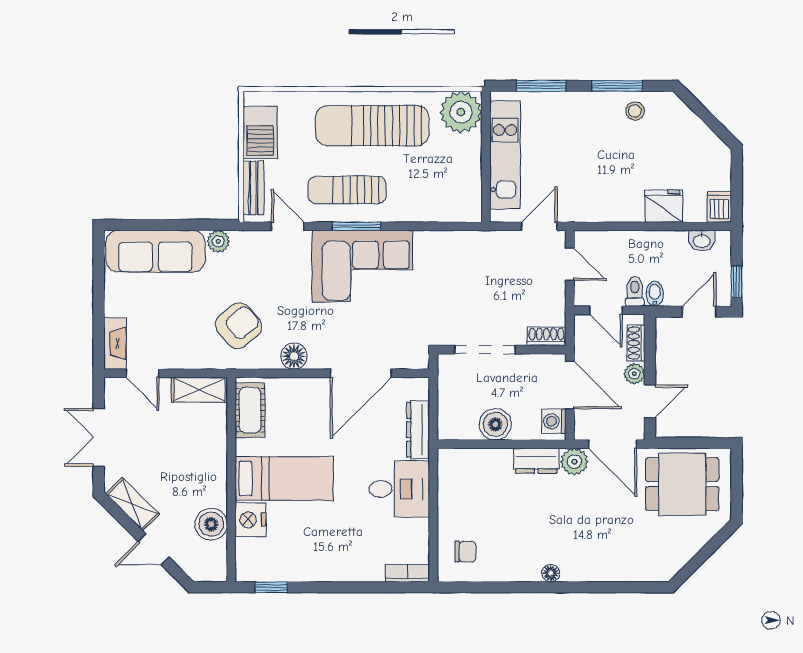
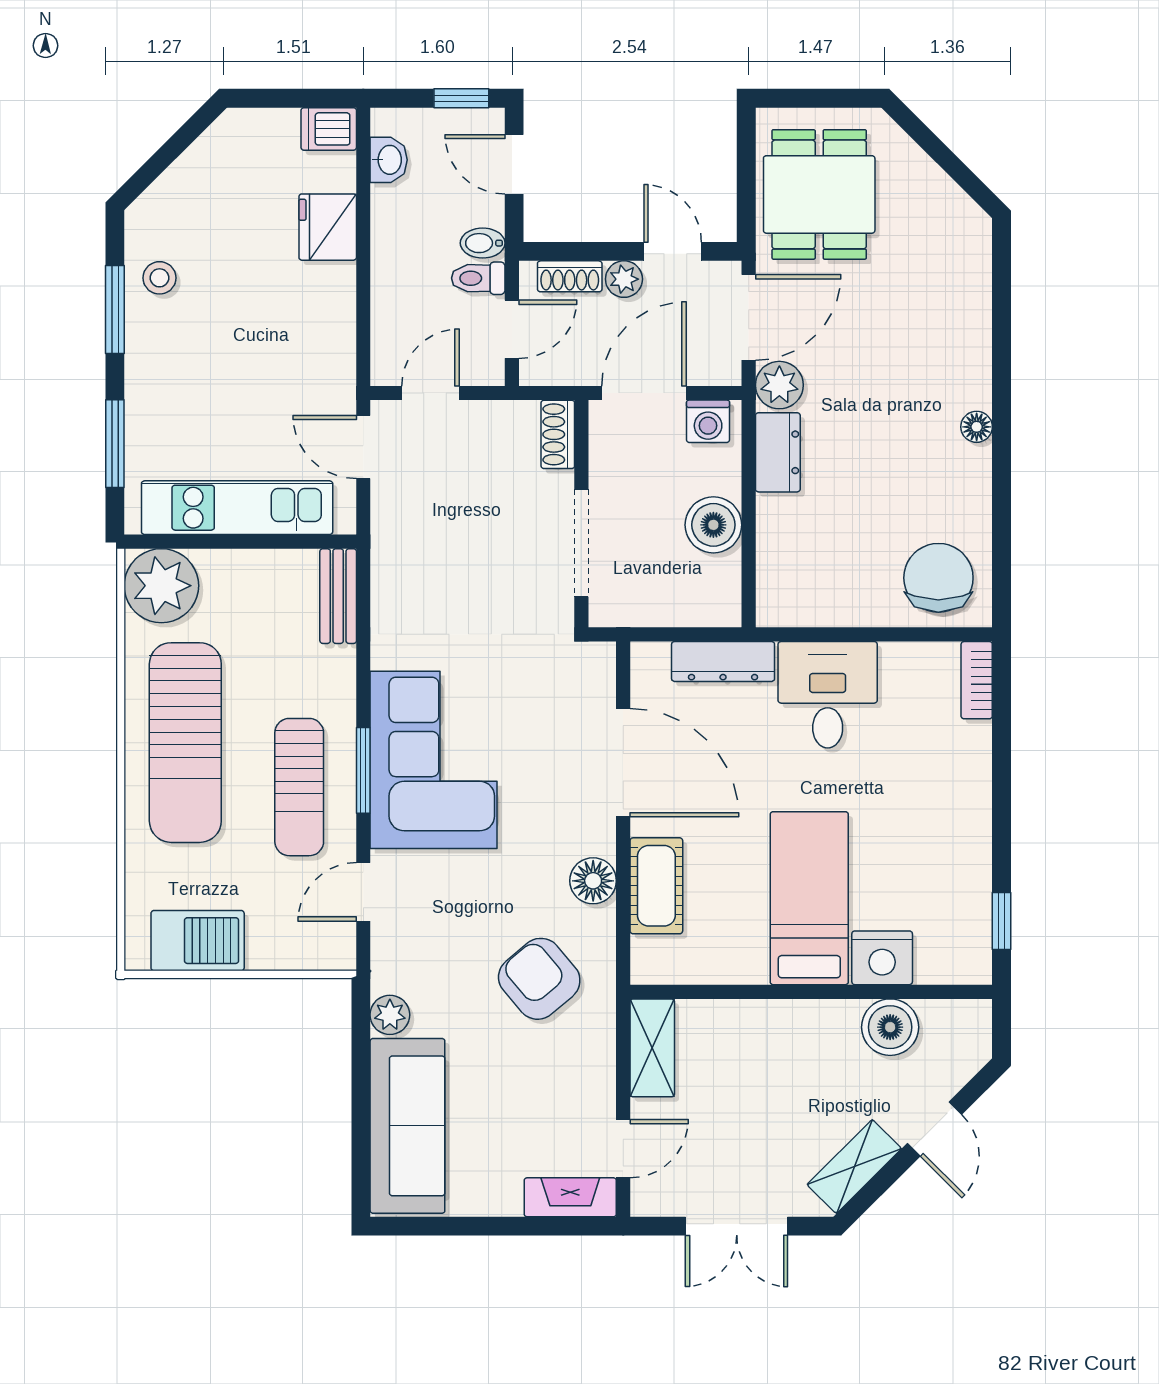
bench: (253, 188) -> (338, 596), moved, turned 90
cot: (250, 410) -> (656, 886), moved, turned 90
chair: (465, 552) -> (938, 578), width x1.87, depth x1.87

